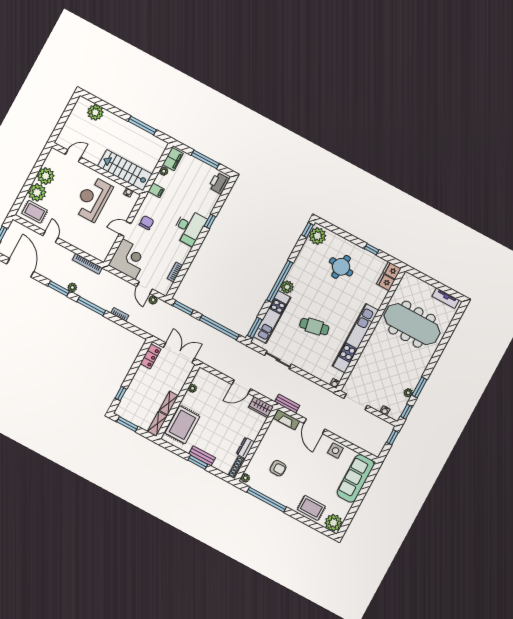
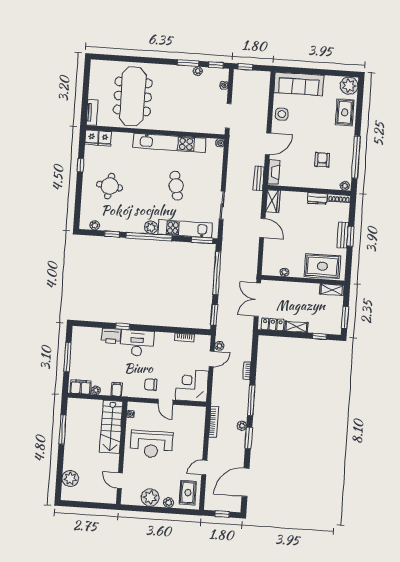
printer: (219, 183) -> (111, 336), moved
plant: (37, 192) -> (169, 503), width x0.53, depth x0.53
window: (308, 230) -> (112, 234), moved
plant: (317, 236) -> (95, 225), width x0.53, depth x0.53
tv unit: (446, 298) -> (92, 112), moved
shelving: (169, 403) -> (296, 327), moved

